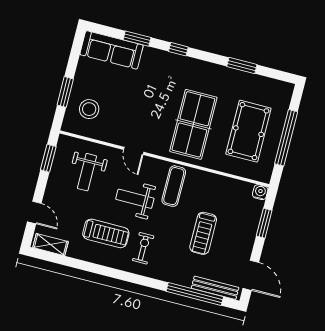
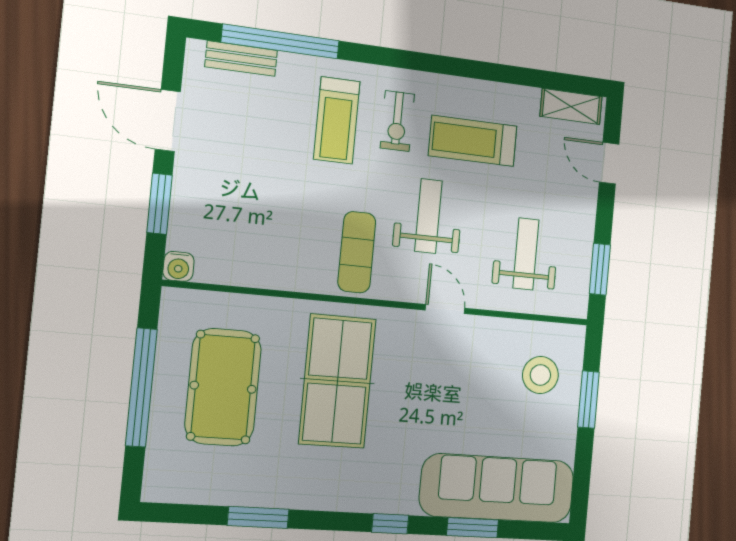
sofa: (112, 50) -> (497, 488), width x1.36, depth x1.27
weight bench: (135, 199) -> (428, 216), turned -90
treadmill: (203, 233) -> (337, 120), moved, turned 180
door: (251, 275) -> (168, 120), moved
bench: (215, 288) -> (241, 59), width x0.73

